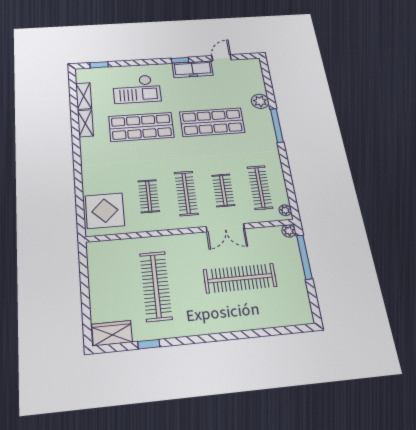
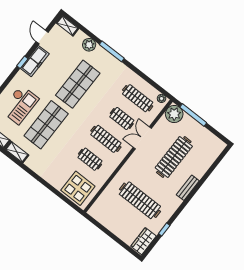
shelving: (256, 70) -> (67, 26), added
double door: (225, 228) -> (142, 138), swing flipped
plant: (289, 231) -> (174, 114), width x1.87, depth x1.87
bench: (223, 325) -> (188, 188), added

